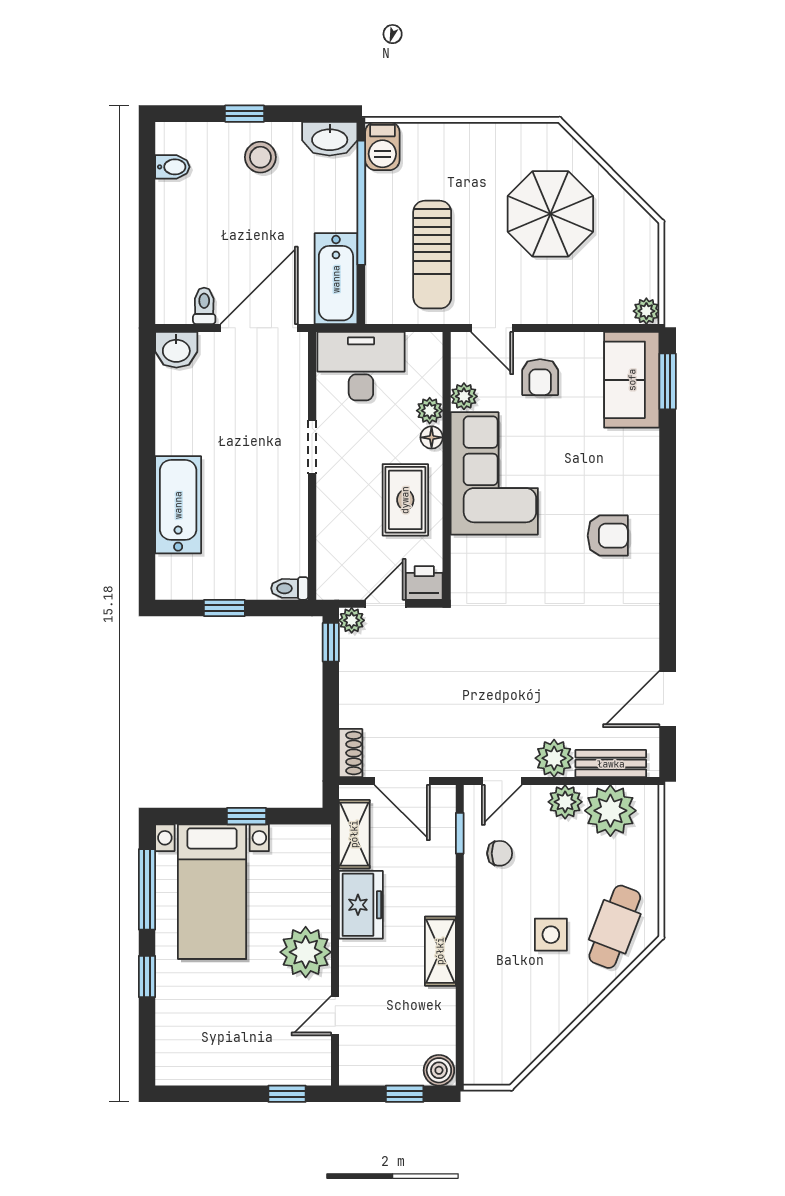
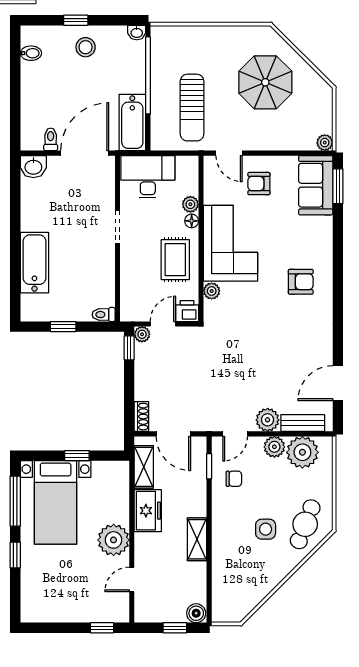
washbasin: (330, 139) -> (137, 33), width x0.52, depth x0.69
barbecue: (382, 146) -> (161, 40), removed
armchair: (540, 377) -> (259, 184), turned 90
plant: (464, 396) -> (212, 291), moved

